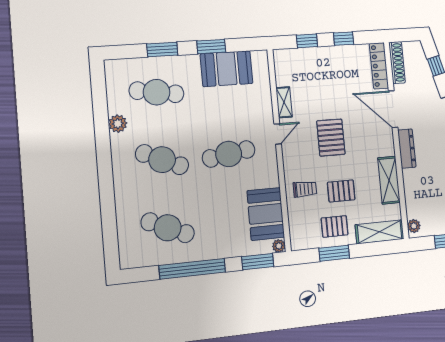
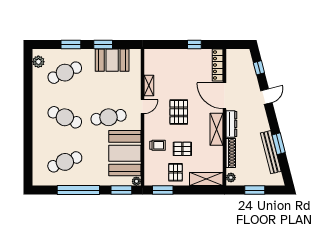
window: (307, 41) -> (169, 44), removed
shoe rack: (397, 63) -> (231, 153), moved
cafe table: (157, 92) -> (65, 73), turned -33
plant: (118, 124) -> (38, 62), moved
shelving: (389, 180) -> (217, 129), moved
booth: (266, 214) -> (125, 153), width x1.36, depth x1.42
pallet: (335, 226) -> (175, 172), turned 90
cafe table: (168, 228) -> (65, 162), turned -45
window: (334, 253) -> (163, 190), moved

